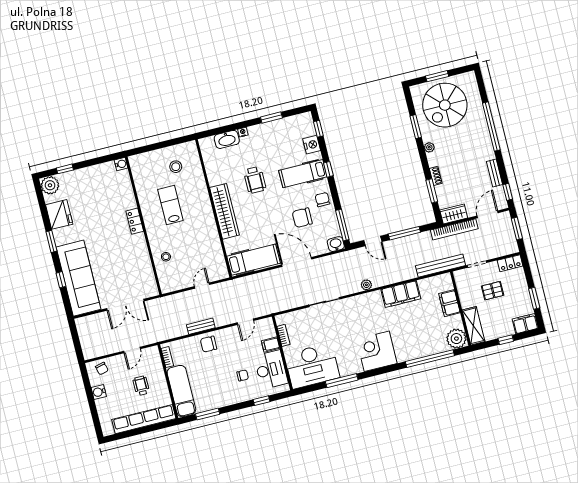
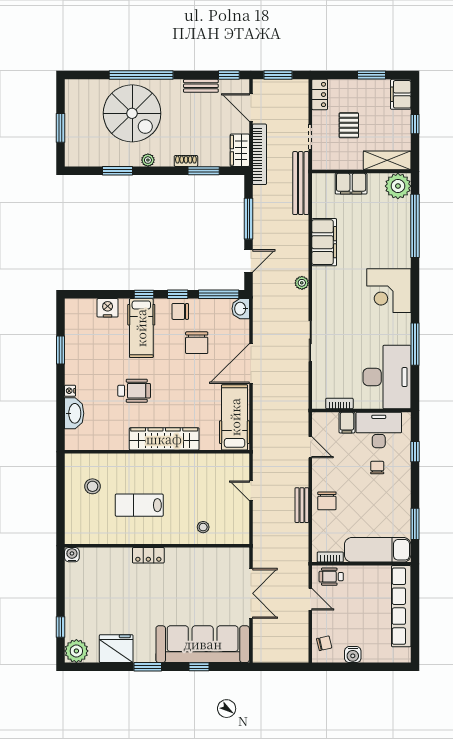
spiral stairs: (445, 105) -> (132, 113), moved
window: (318, 129) -> (178, 294), moved
wheelchair: (141, 386) -> (331, 577), moved

